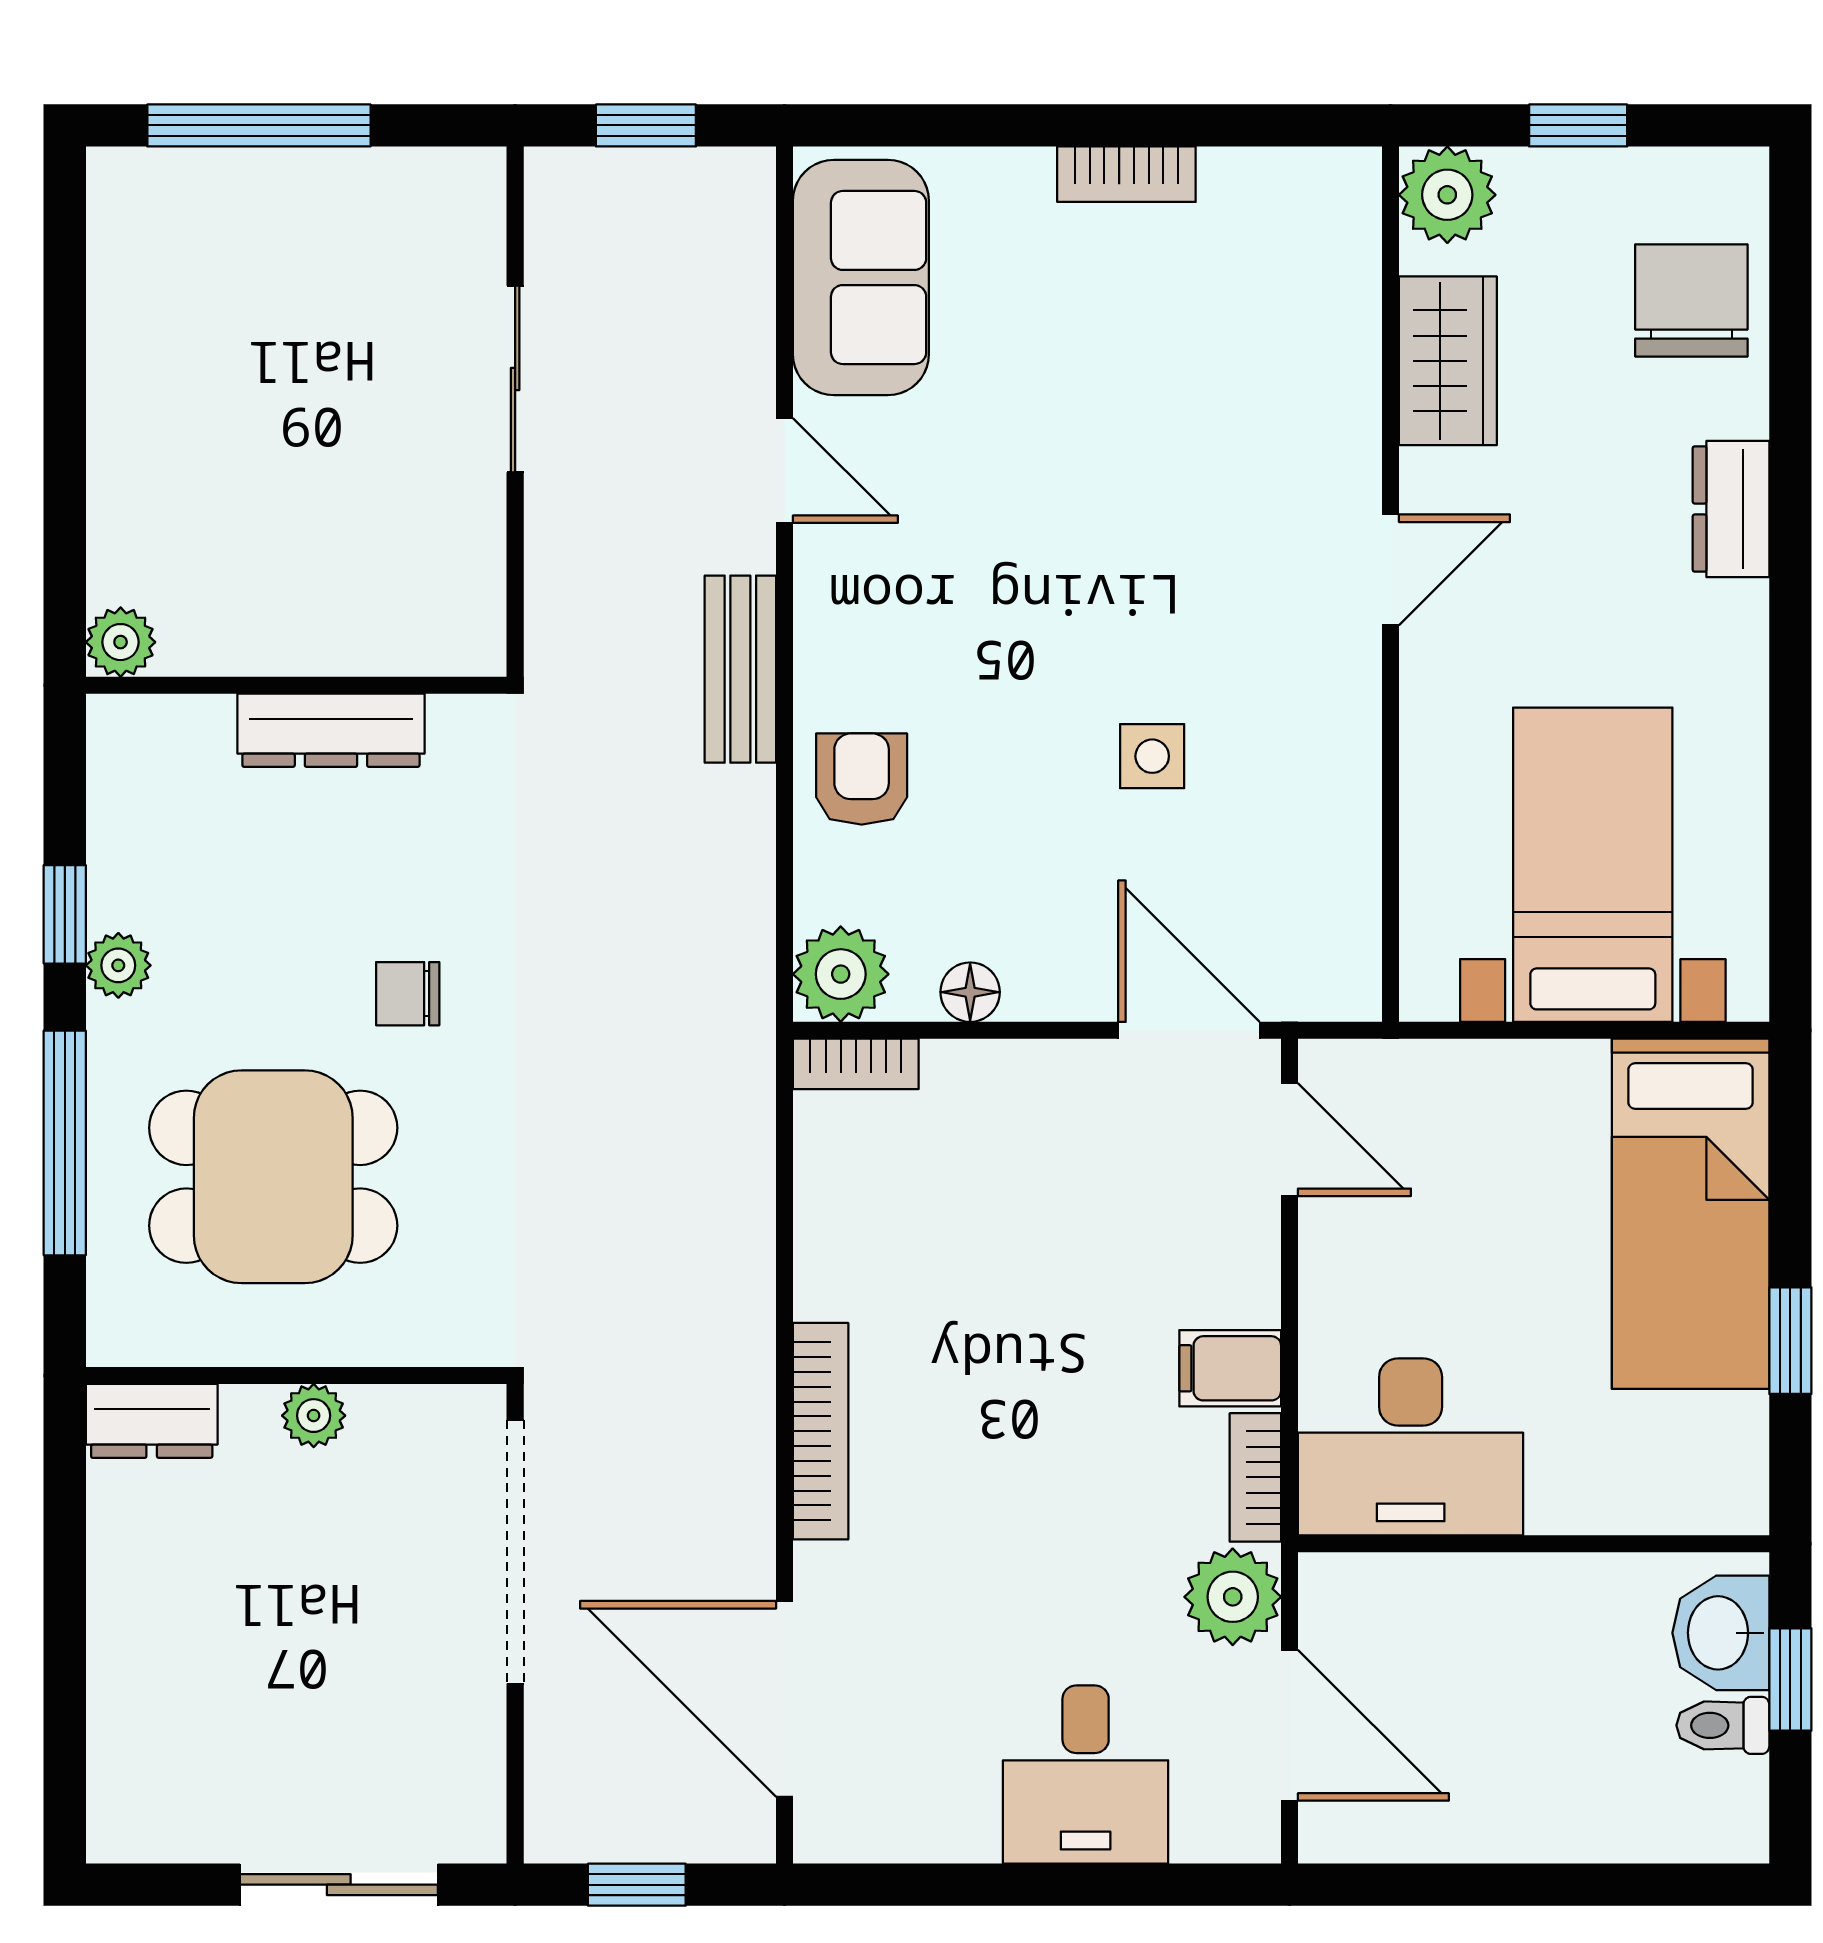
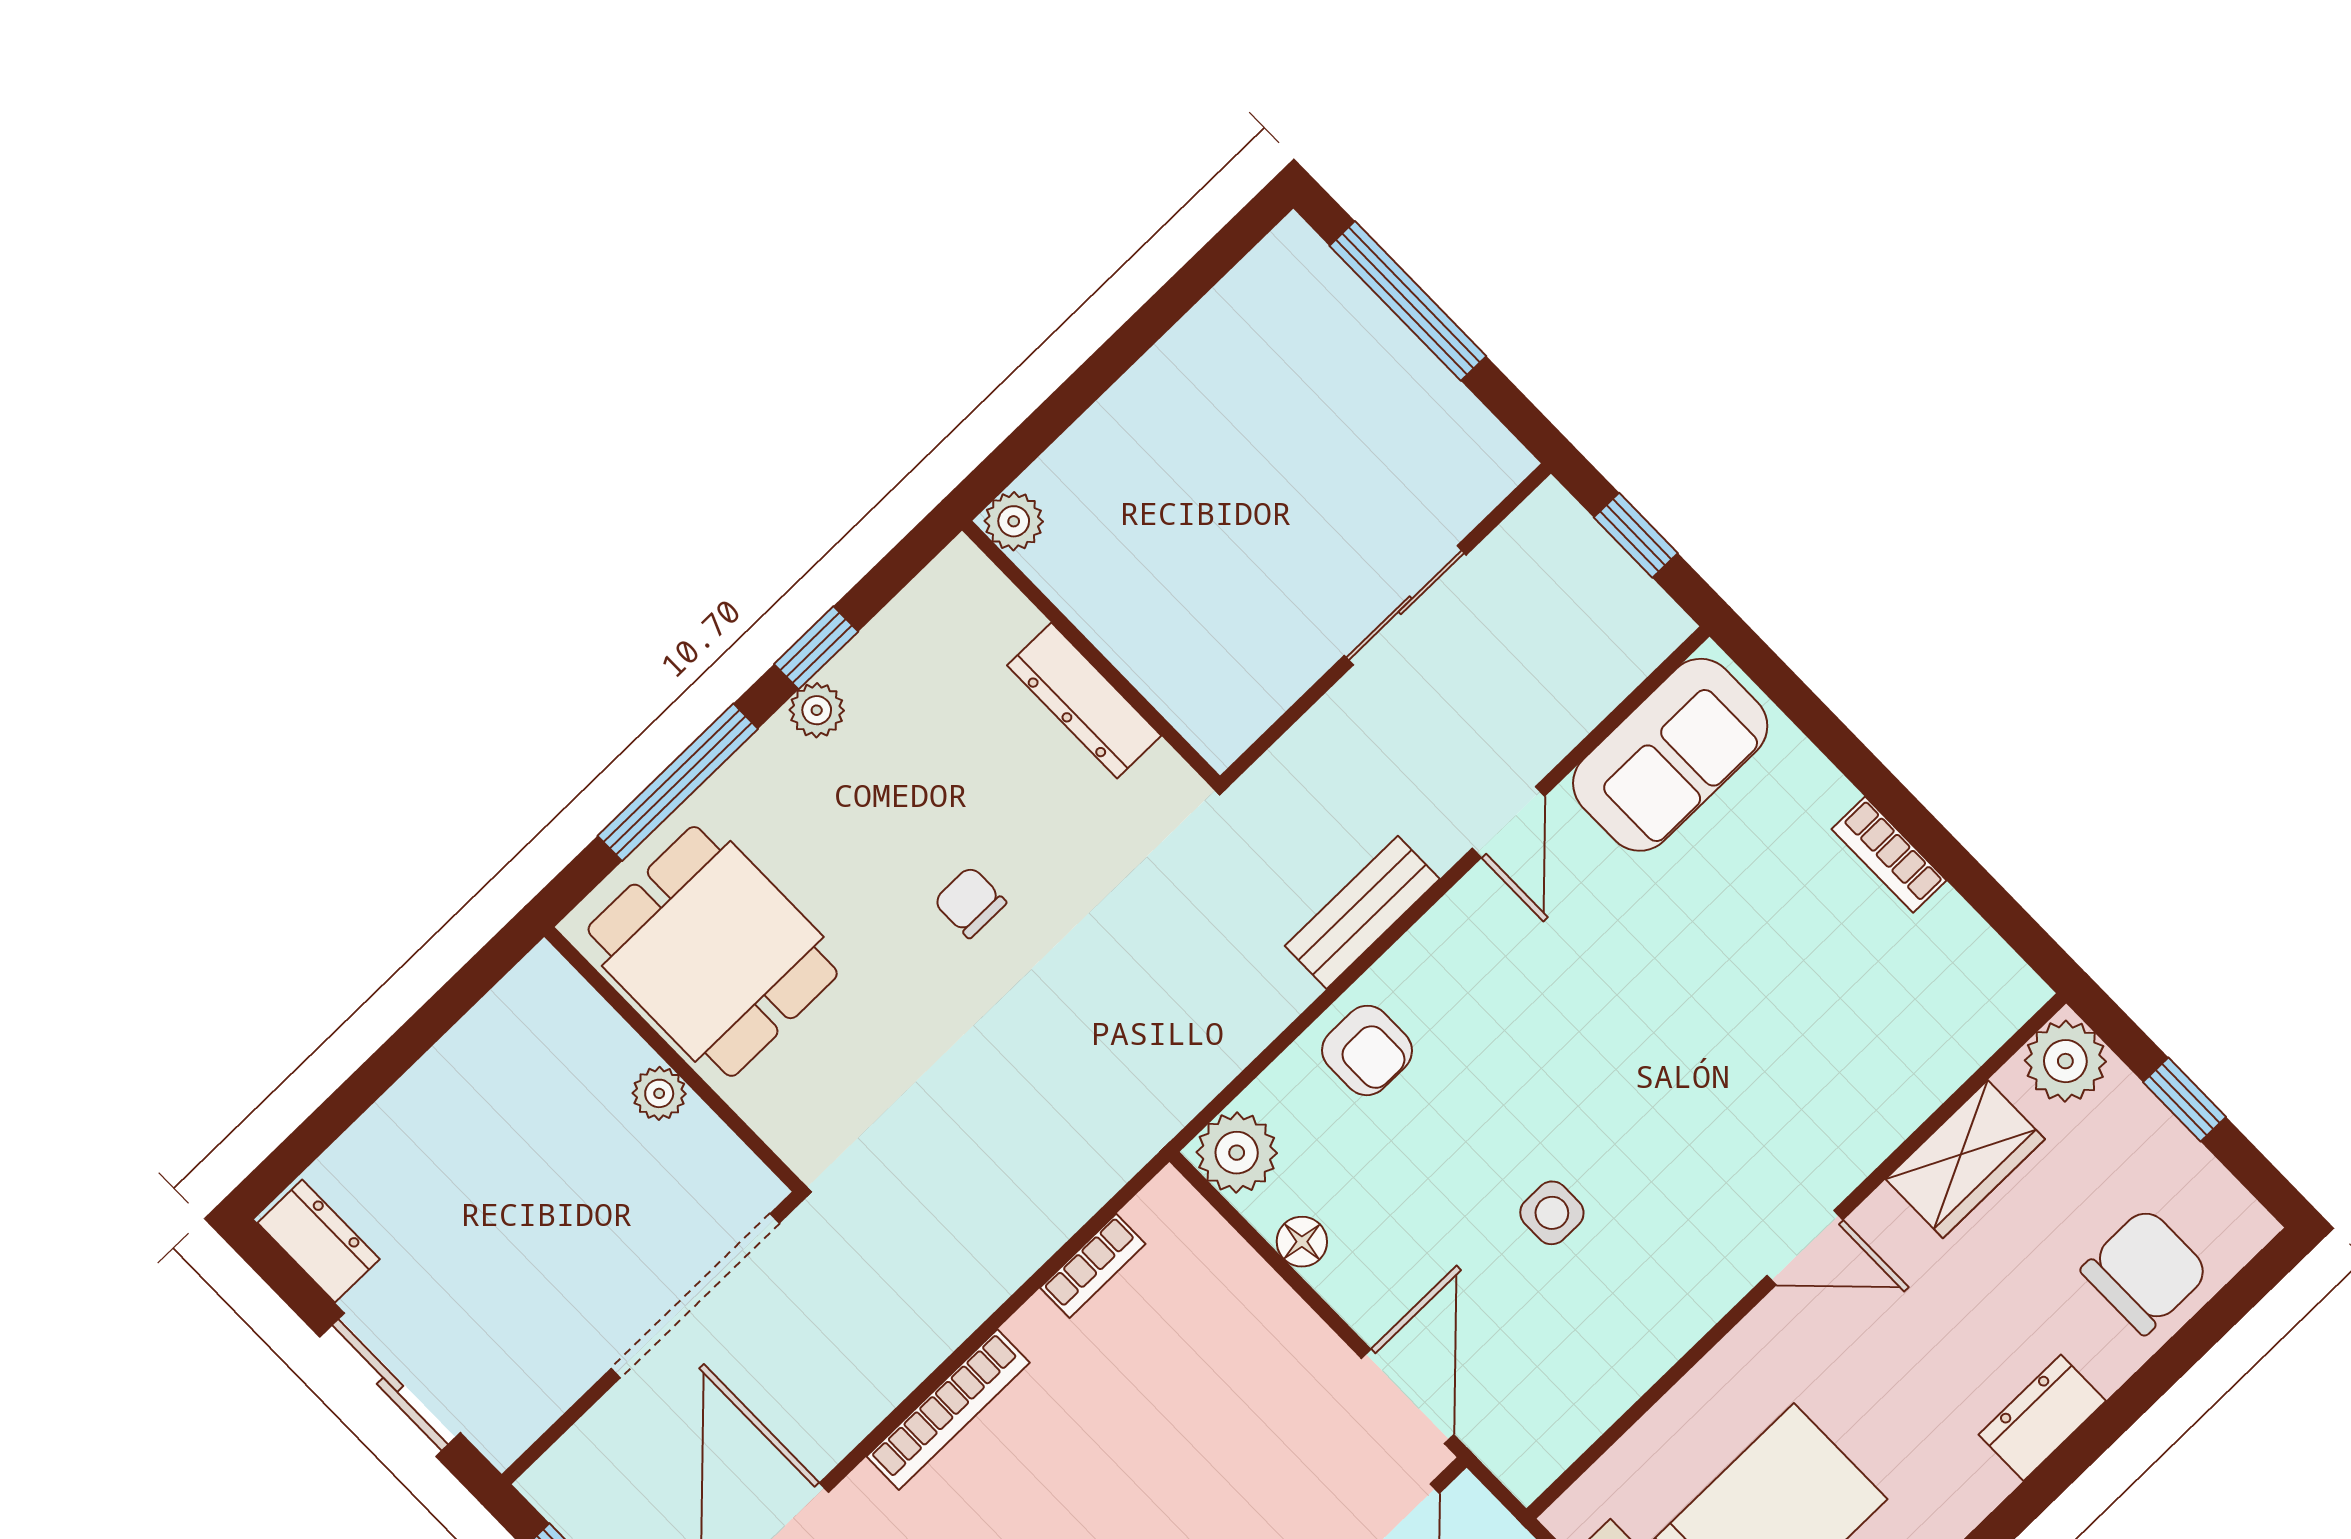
armchair: (862, 779) -> (1367, 1050), turned 90
bookcase: (856, 1064) -> (1093, 1266), moved, turned -90
dining table: (273, 1177) -> (713, 951), moved
dresser: (152, 1421) -> (319, 1241), moved, turned 180

